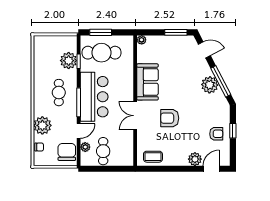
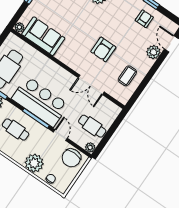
sofa: (147, 82) -> (43, 36), moved
double door: (135, 116) -> (91, 85), moved
plant: (85, 147) -> (90, 147), moved
chair: (67, 152) -> (71, 158), turned -90
coffee table: (153, 157) -> (127, 76), moved

